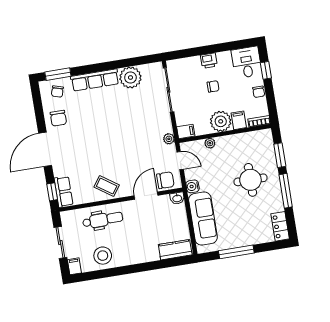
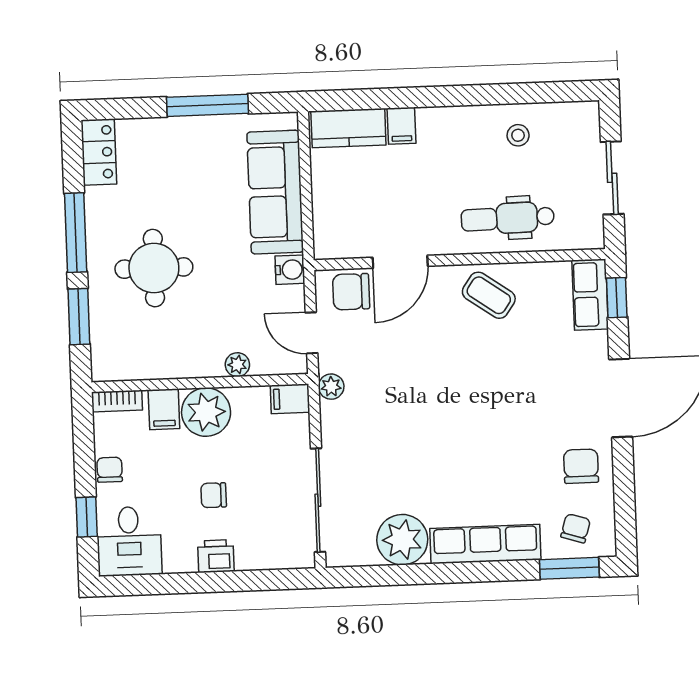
washbasin: (177, 198) -> (329, 247), removed
stool: (103, 256) -> (518, 135), width x0.53, depth x0.53
filing cabinet: (74, 266) -> (401, 126), moved

